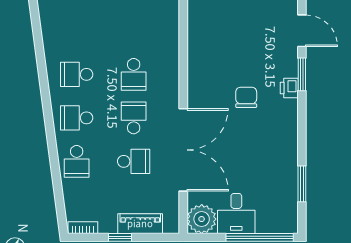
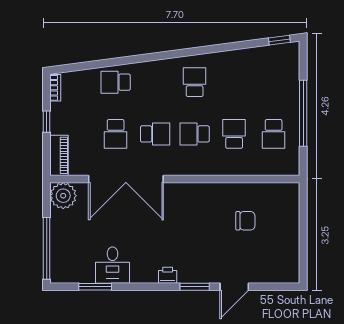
printer: (289, 88) -> (168, 275), moved
chair: (246, 97) -> (245, 221), moved
school desk: (77, 118) -> (234, 134), moved
desk: (236, 213) -> (112, 265), moved, turned -90
piano: (140, 224) -> (59, 155), moved

